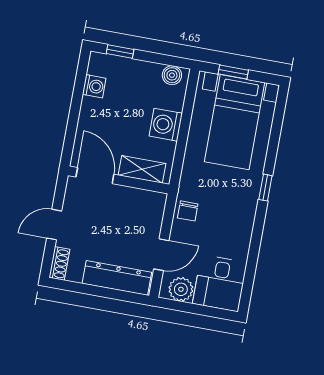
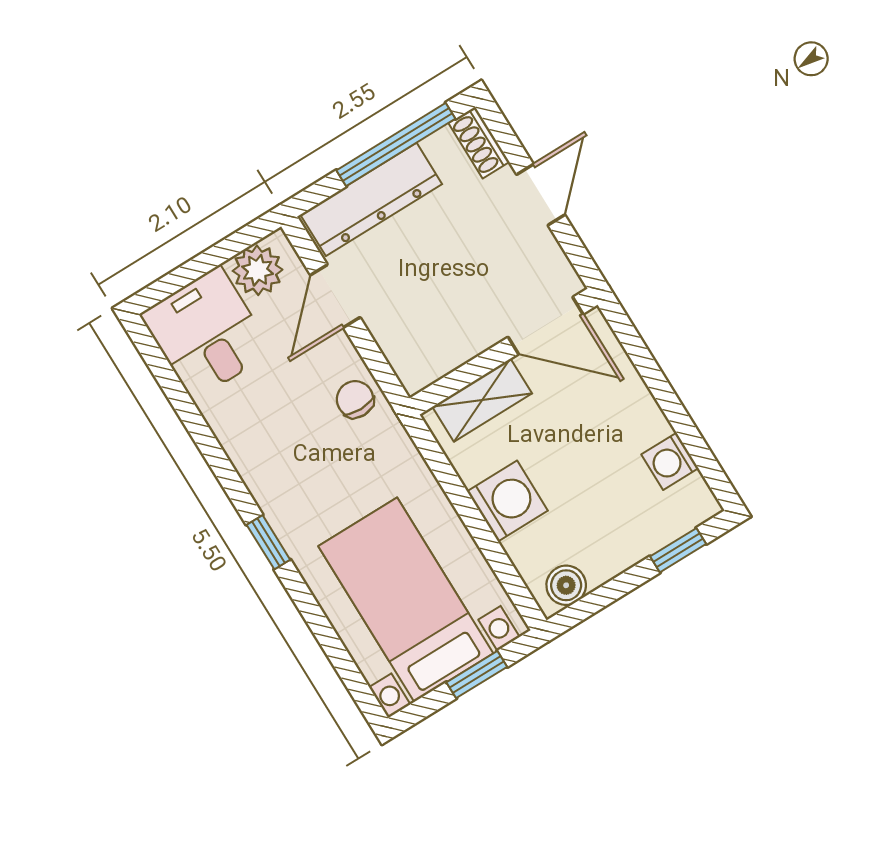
window: (90, 290) -> (396, 144), added

